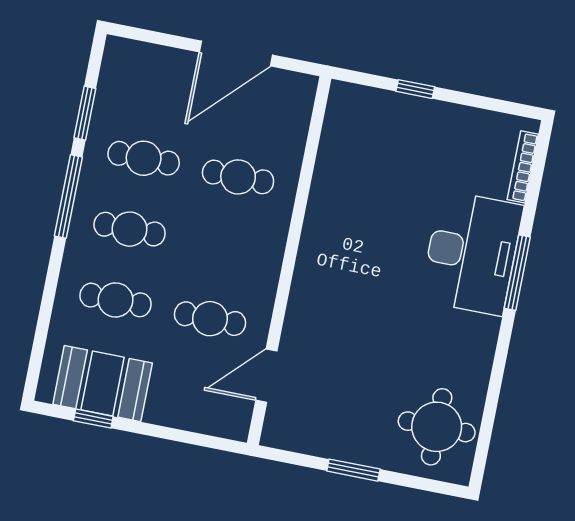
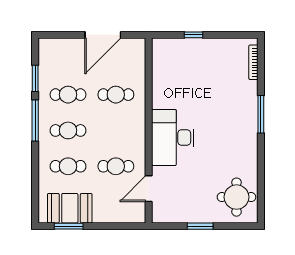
desk: (472, 253) -> (173, 138), moved, turned 180
window: (93, 419) -> (69, 226), width x1.50

